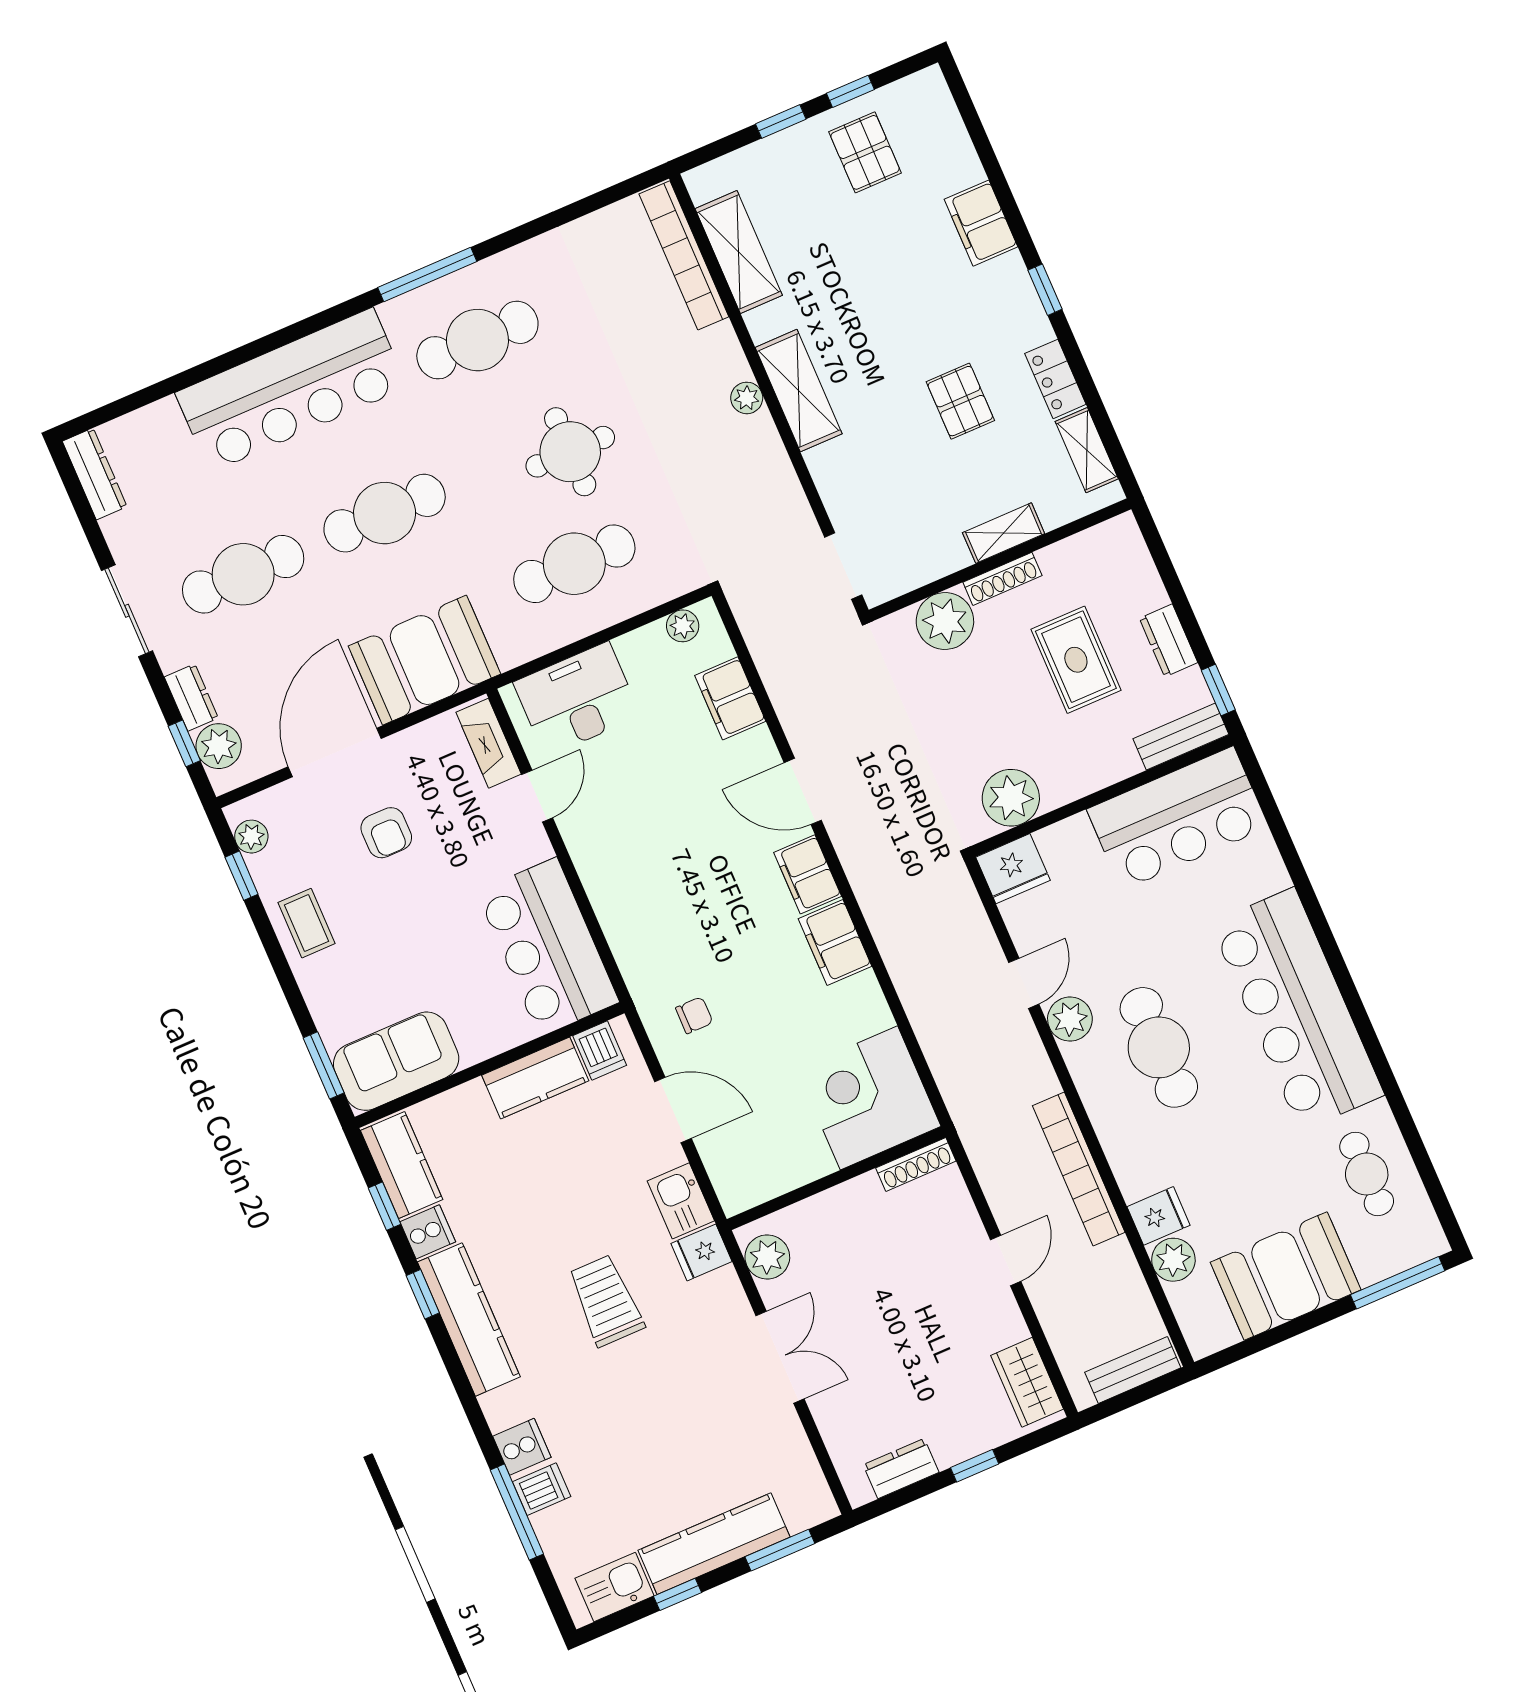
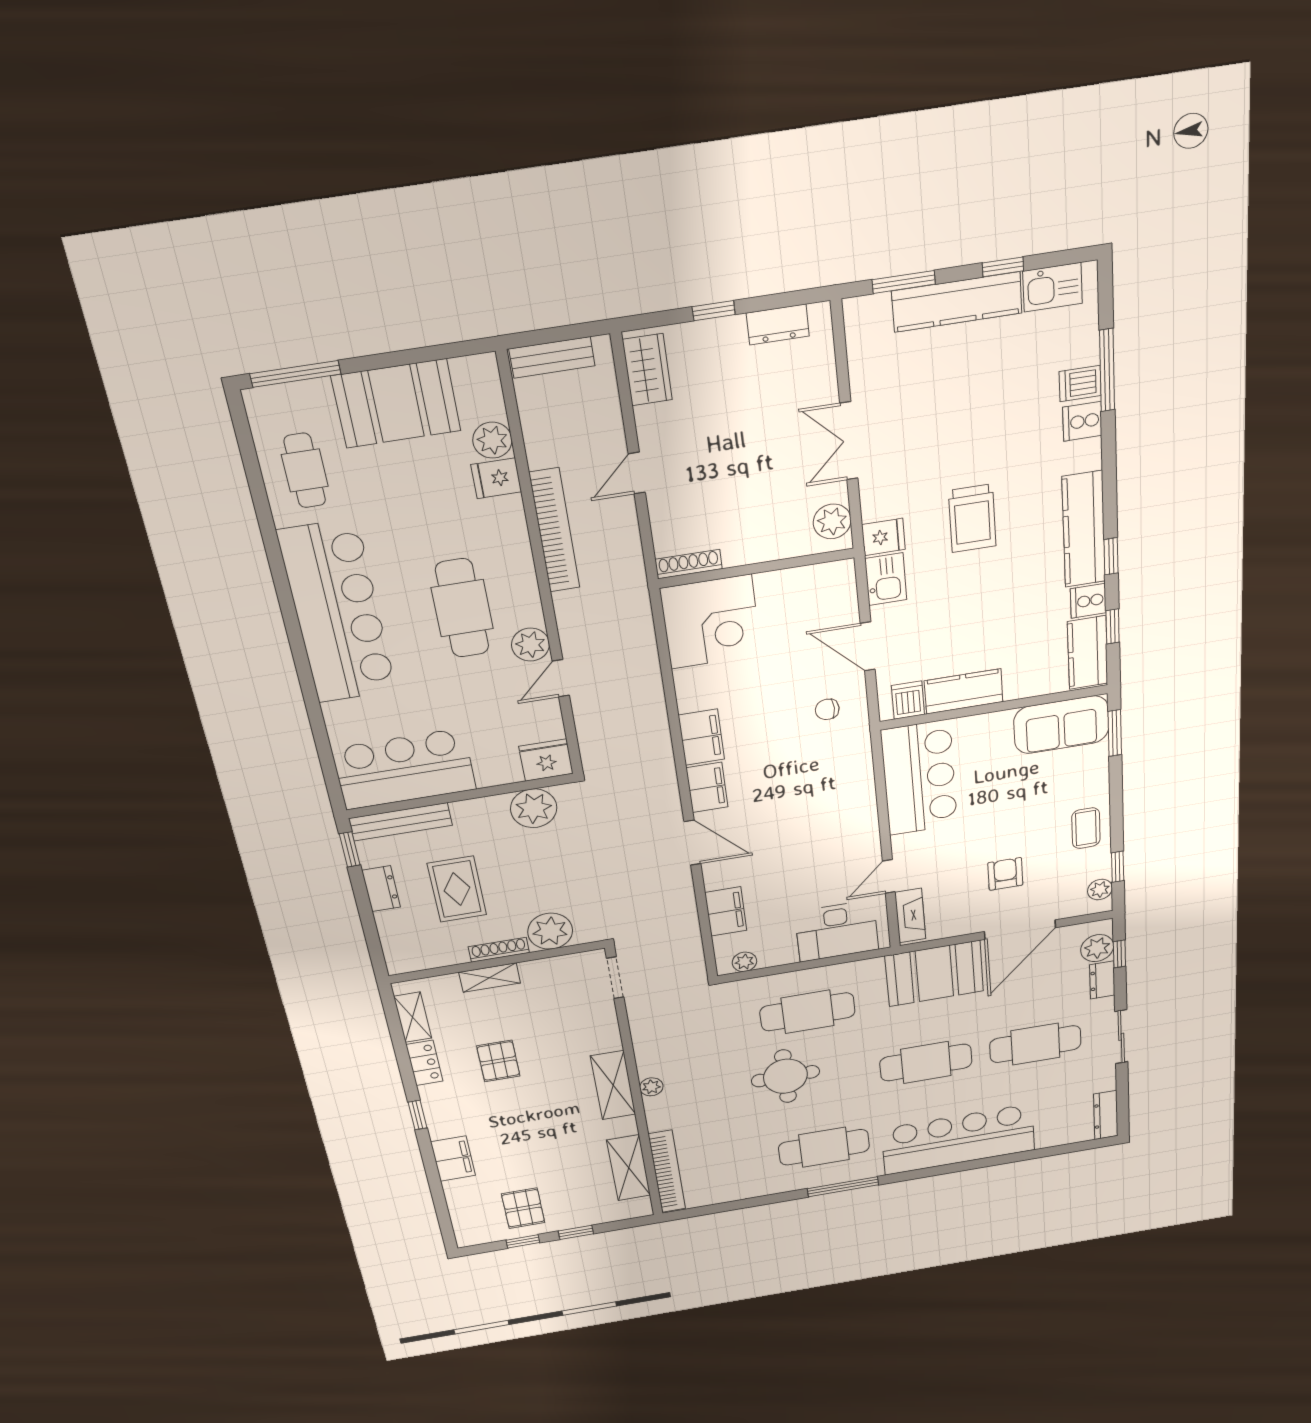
bench: (1181, 737) -> (401, 822), width x1.36

